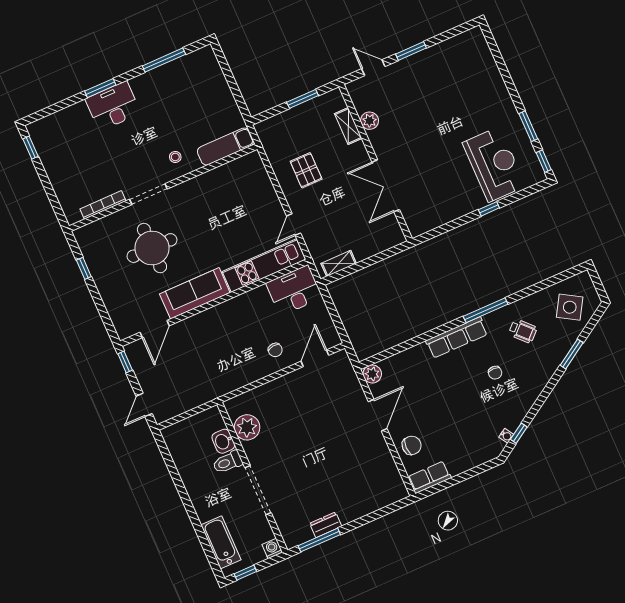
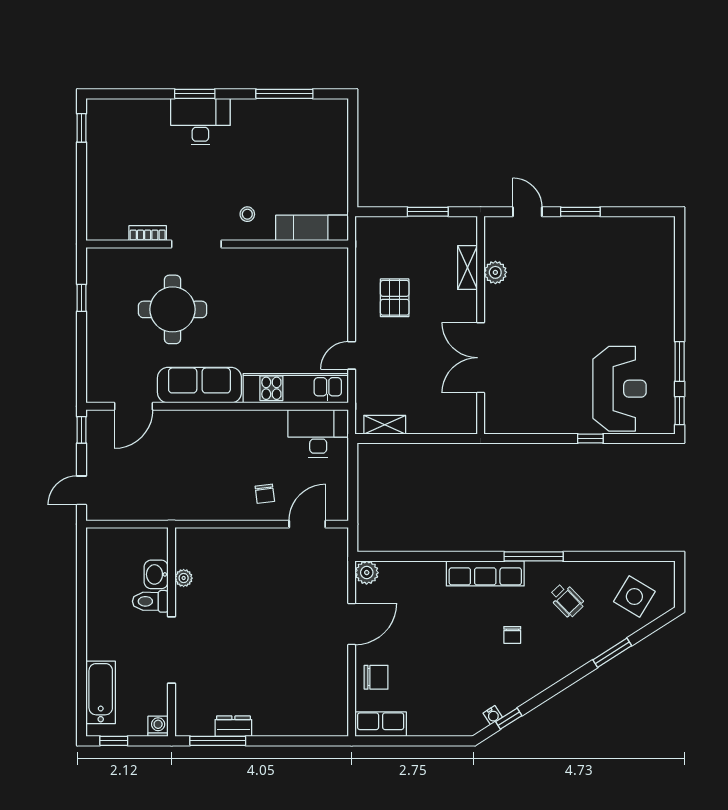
bookcase: (103, 205) -> (148, 233), width x0.64
plant: (247, 427) -> (184, 578), width x0.53, depth x0.53

